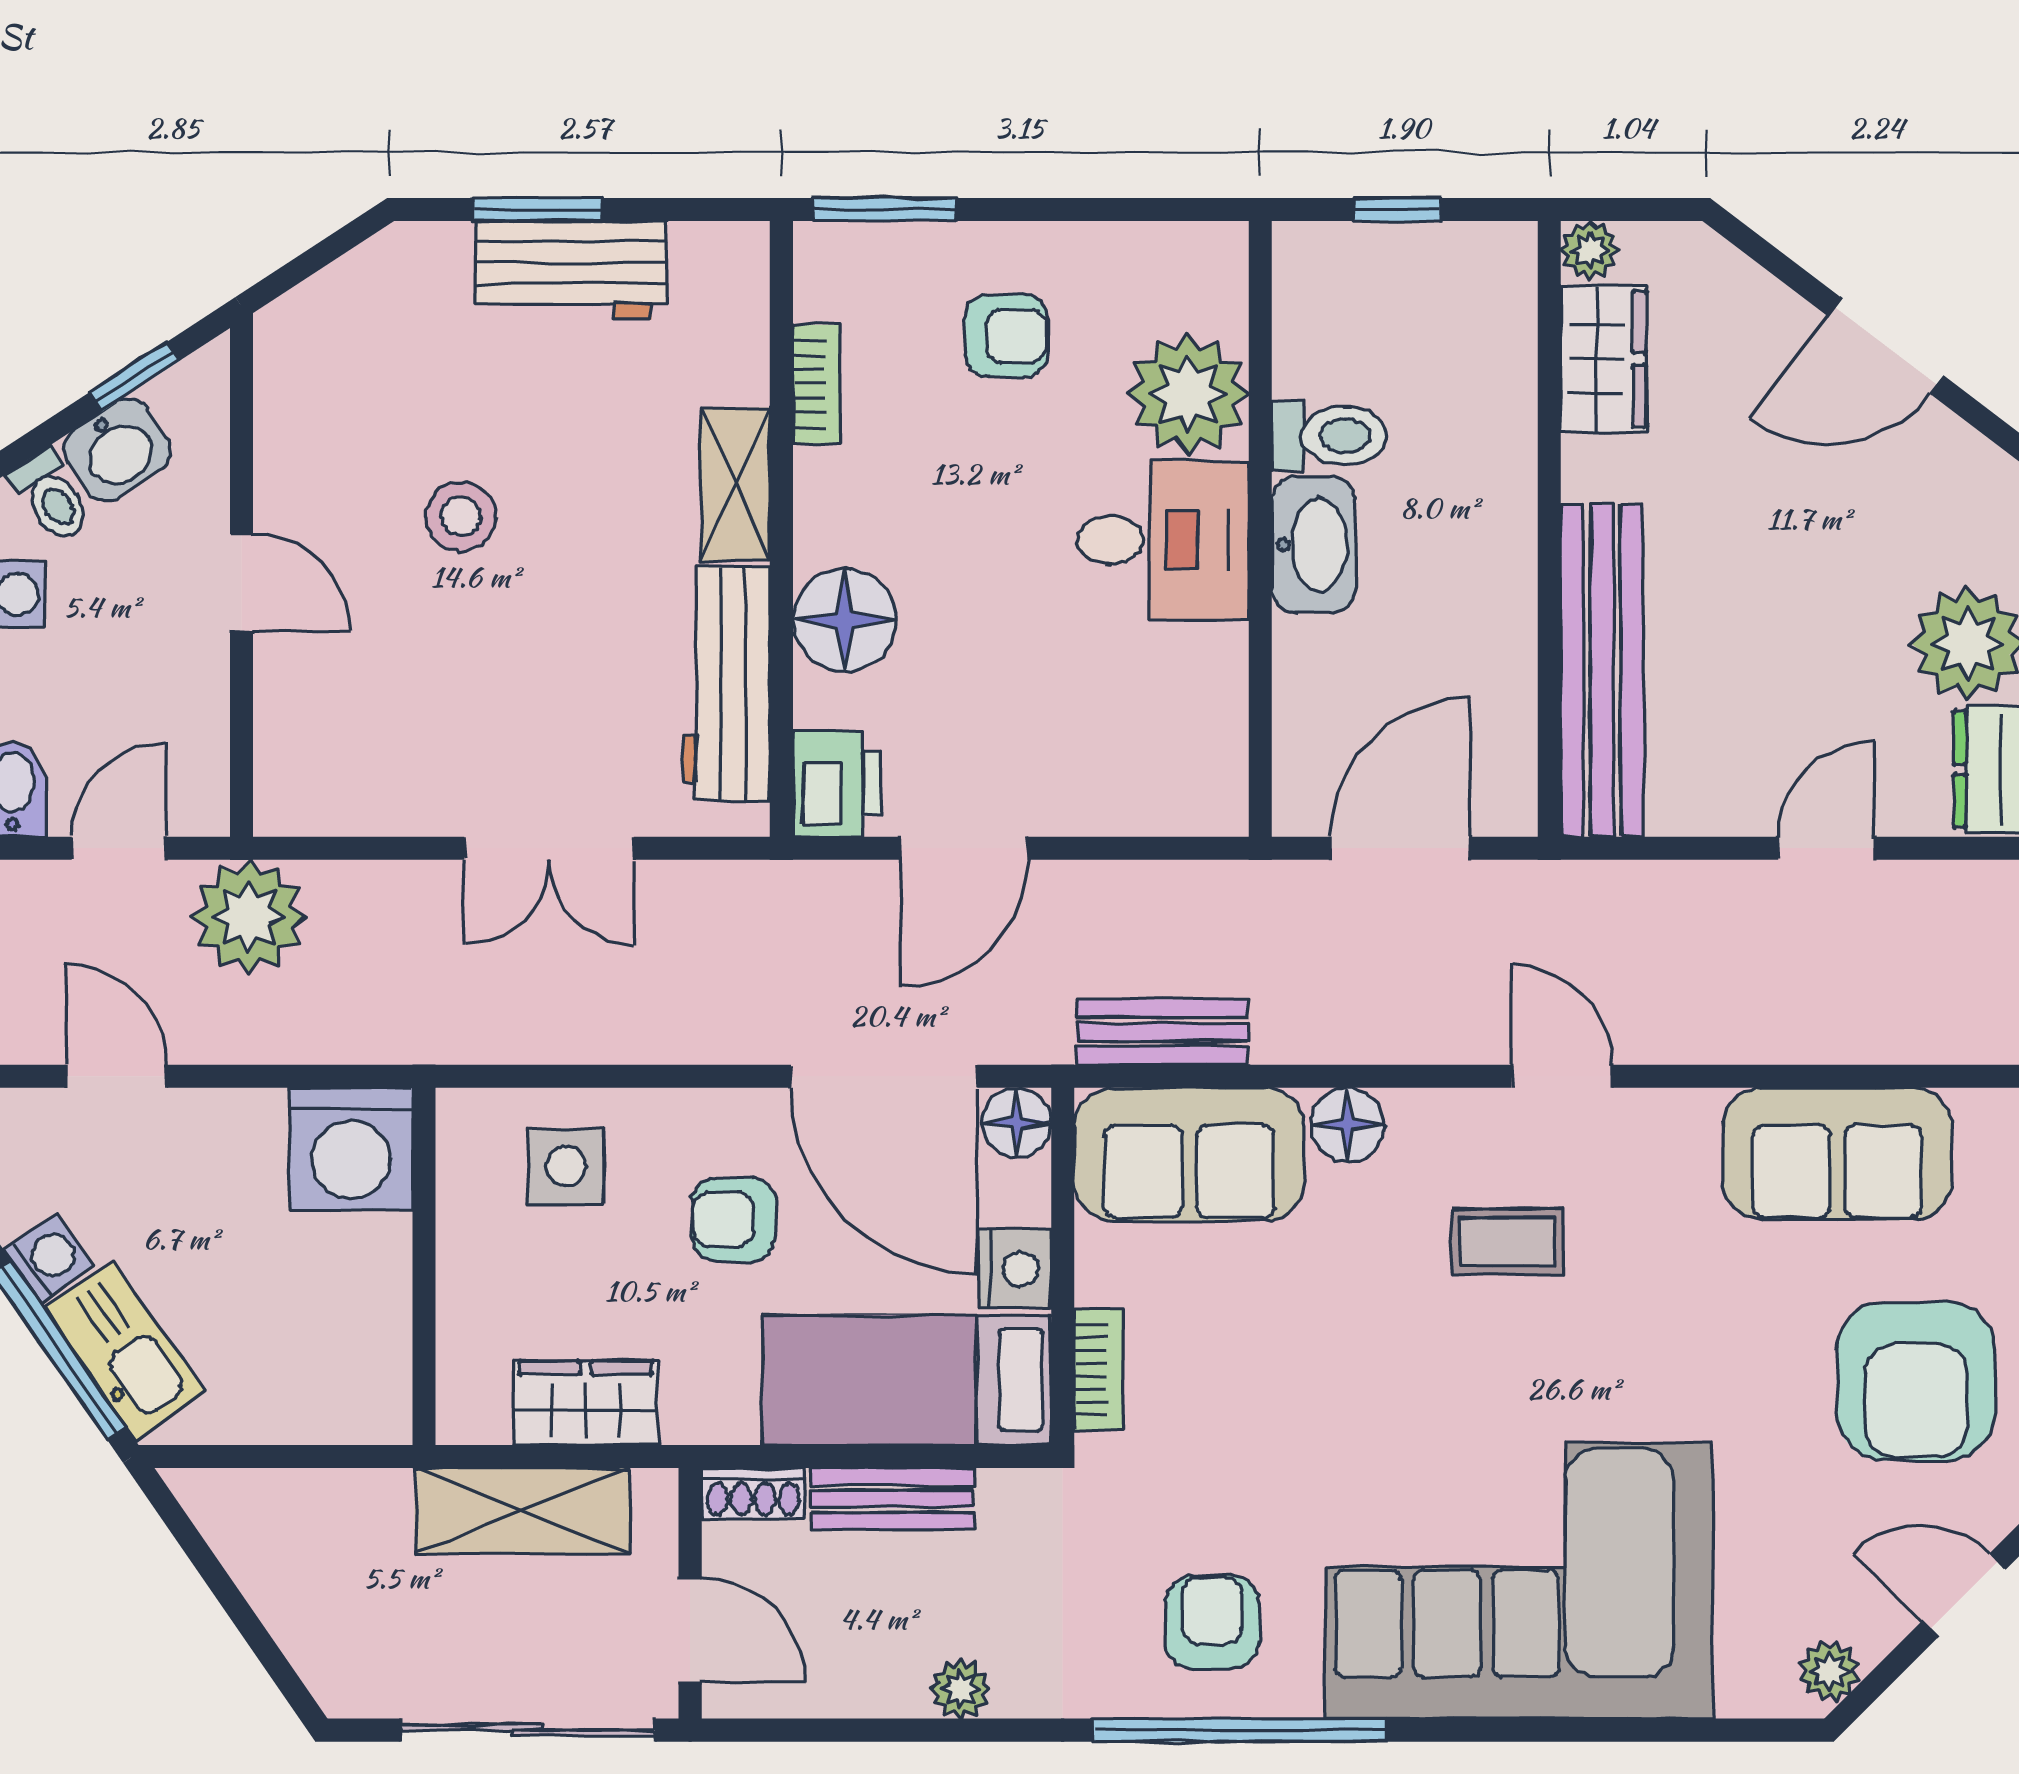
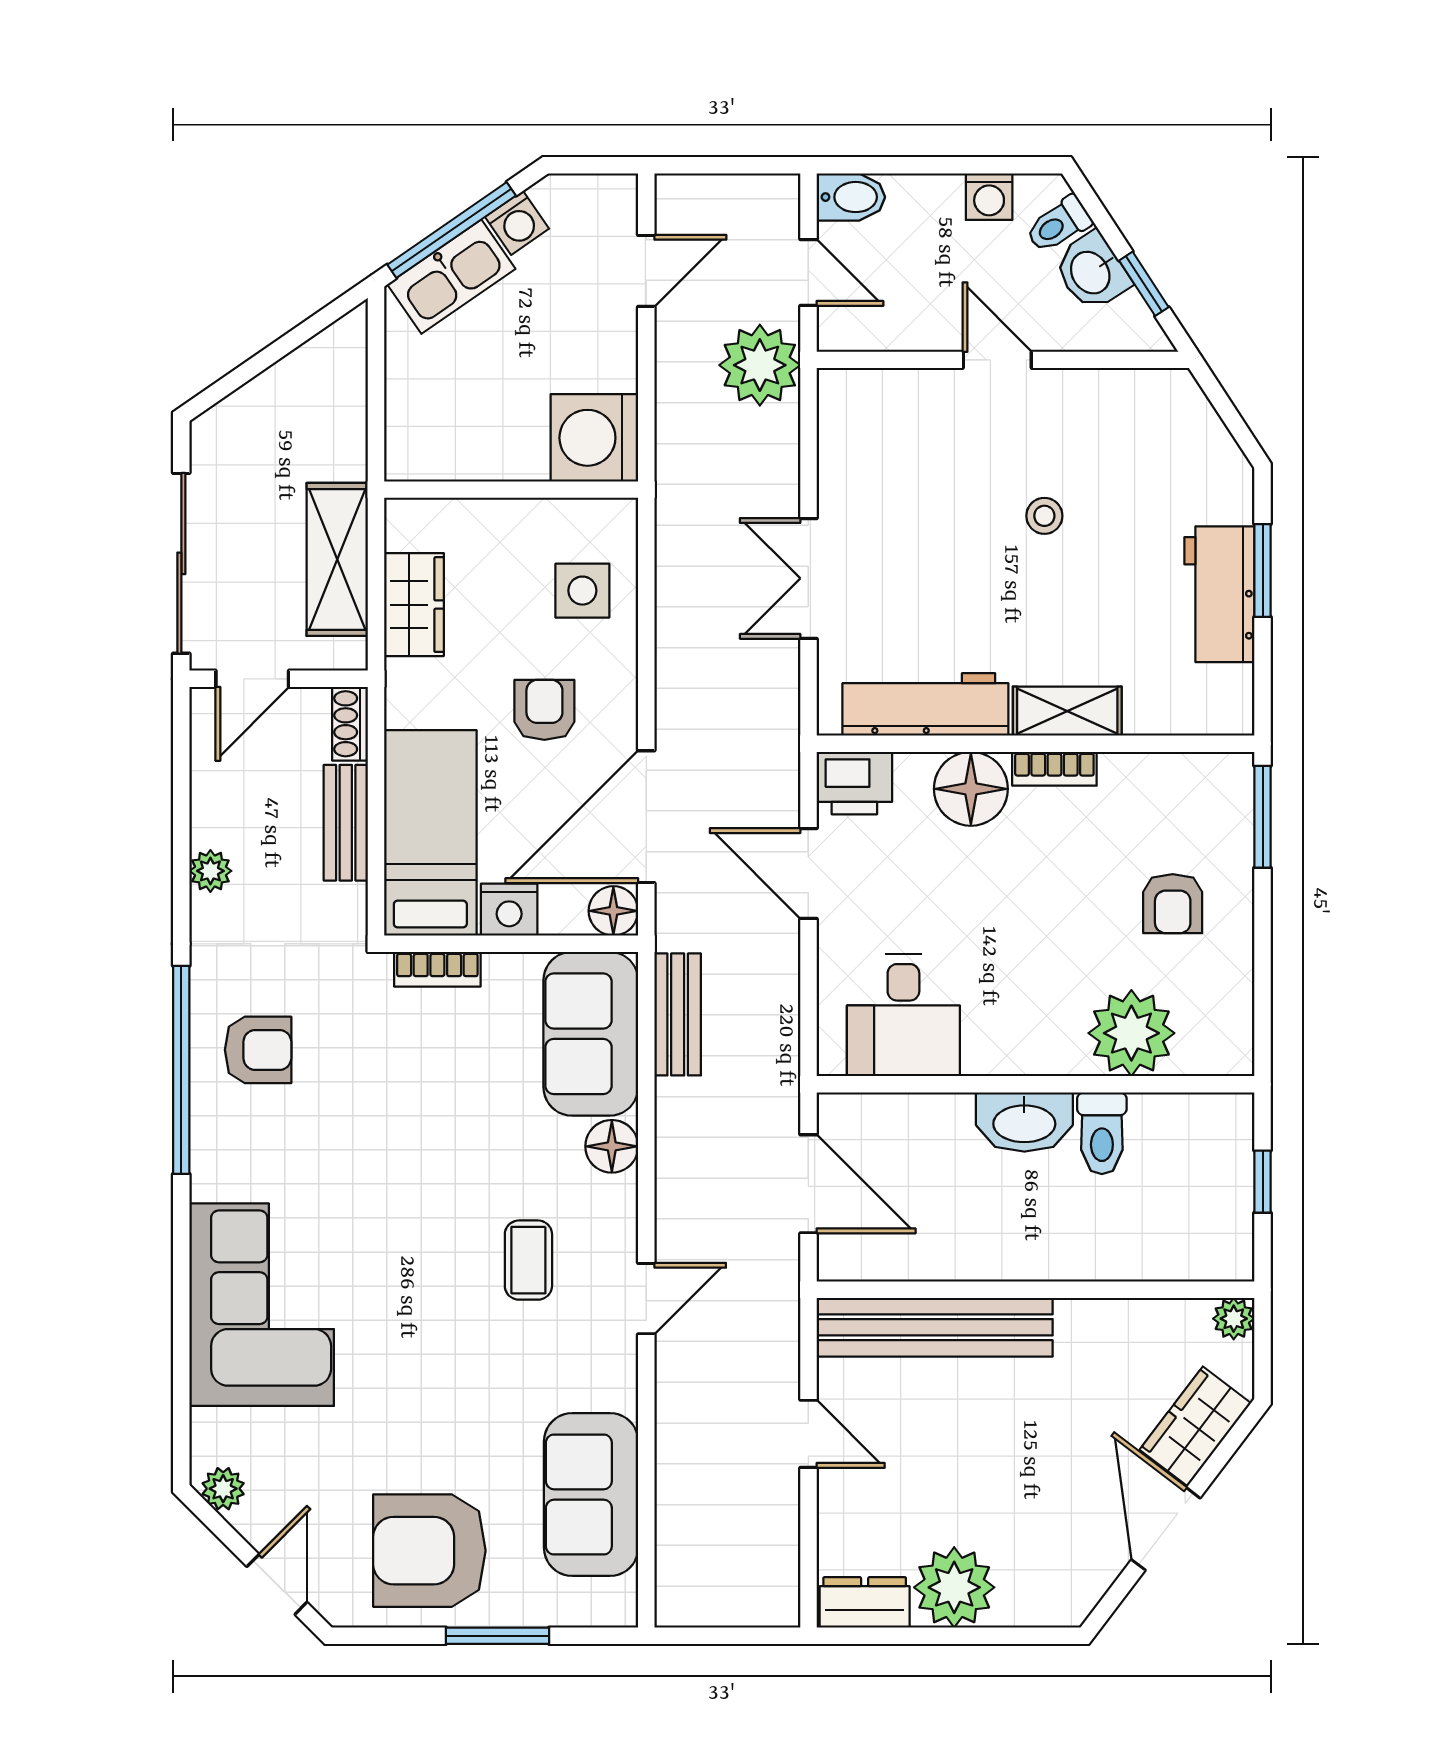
wardrobe: (1603, 359) -> (1195, 1426), moved, turned 127
bookcase: (817, 384) -> (1054, 769), moved
stool: (461, 516) -> (1044, 516), width x0.73, depth x0.73
desk: (1163, 540) -> (903, 1015), moved
door: (242, 583) -> (997, 360), swing flipped
door: (1826, 848) -> (808, 1434), moved
corner sofa: (1519, 1581) -> (262, 1305), width x0.73, depth x0.74

